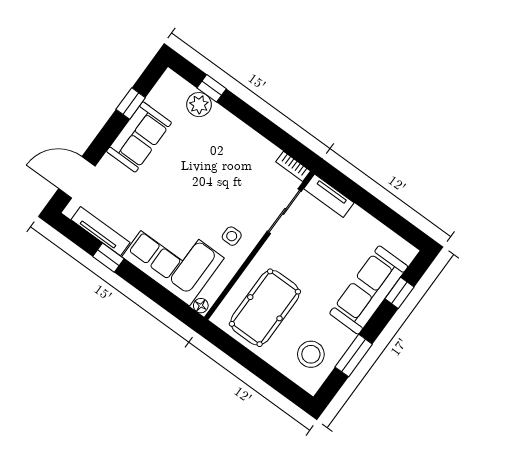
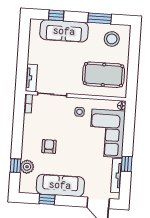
sofa: (139, 137) -> (60, 185), width x1.36
armchair: (209, 157) -> (49, 146), added

